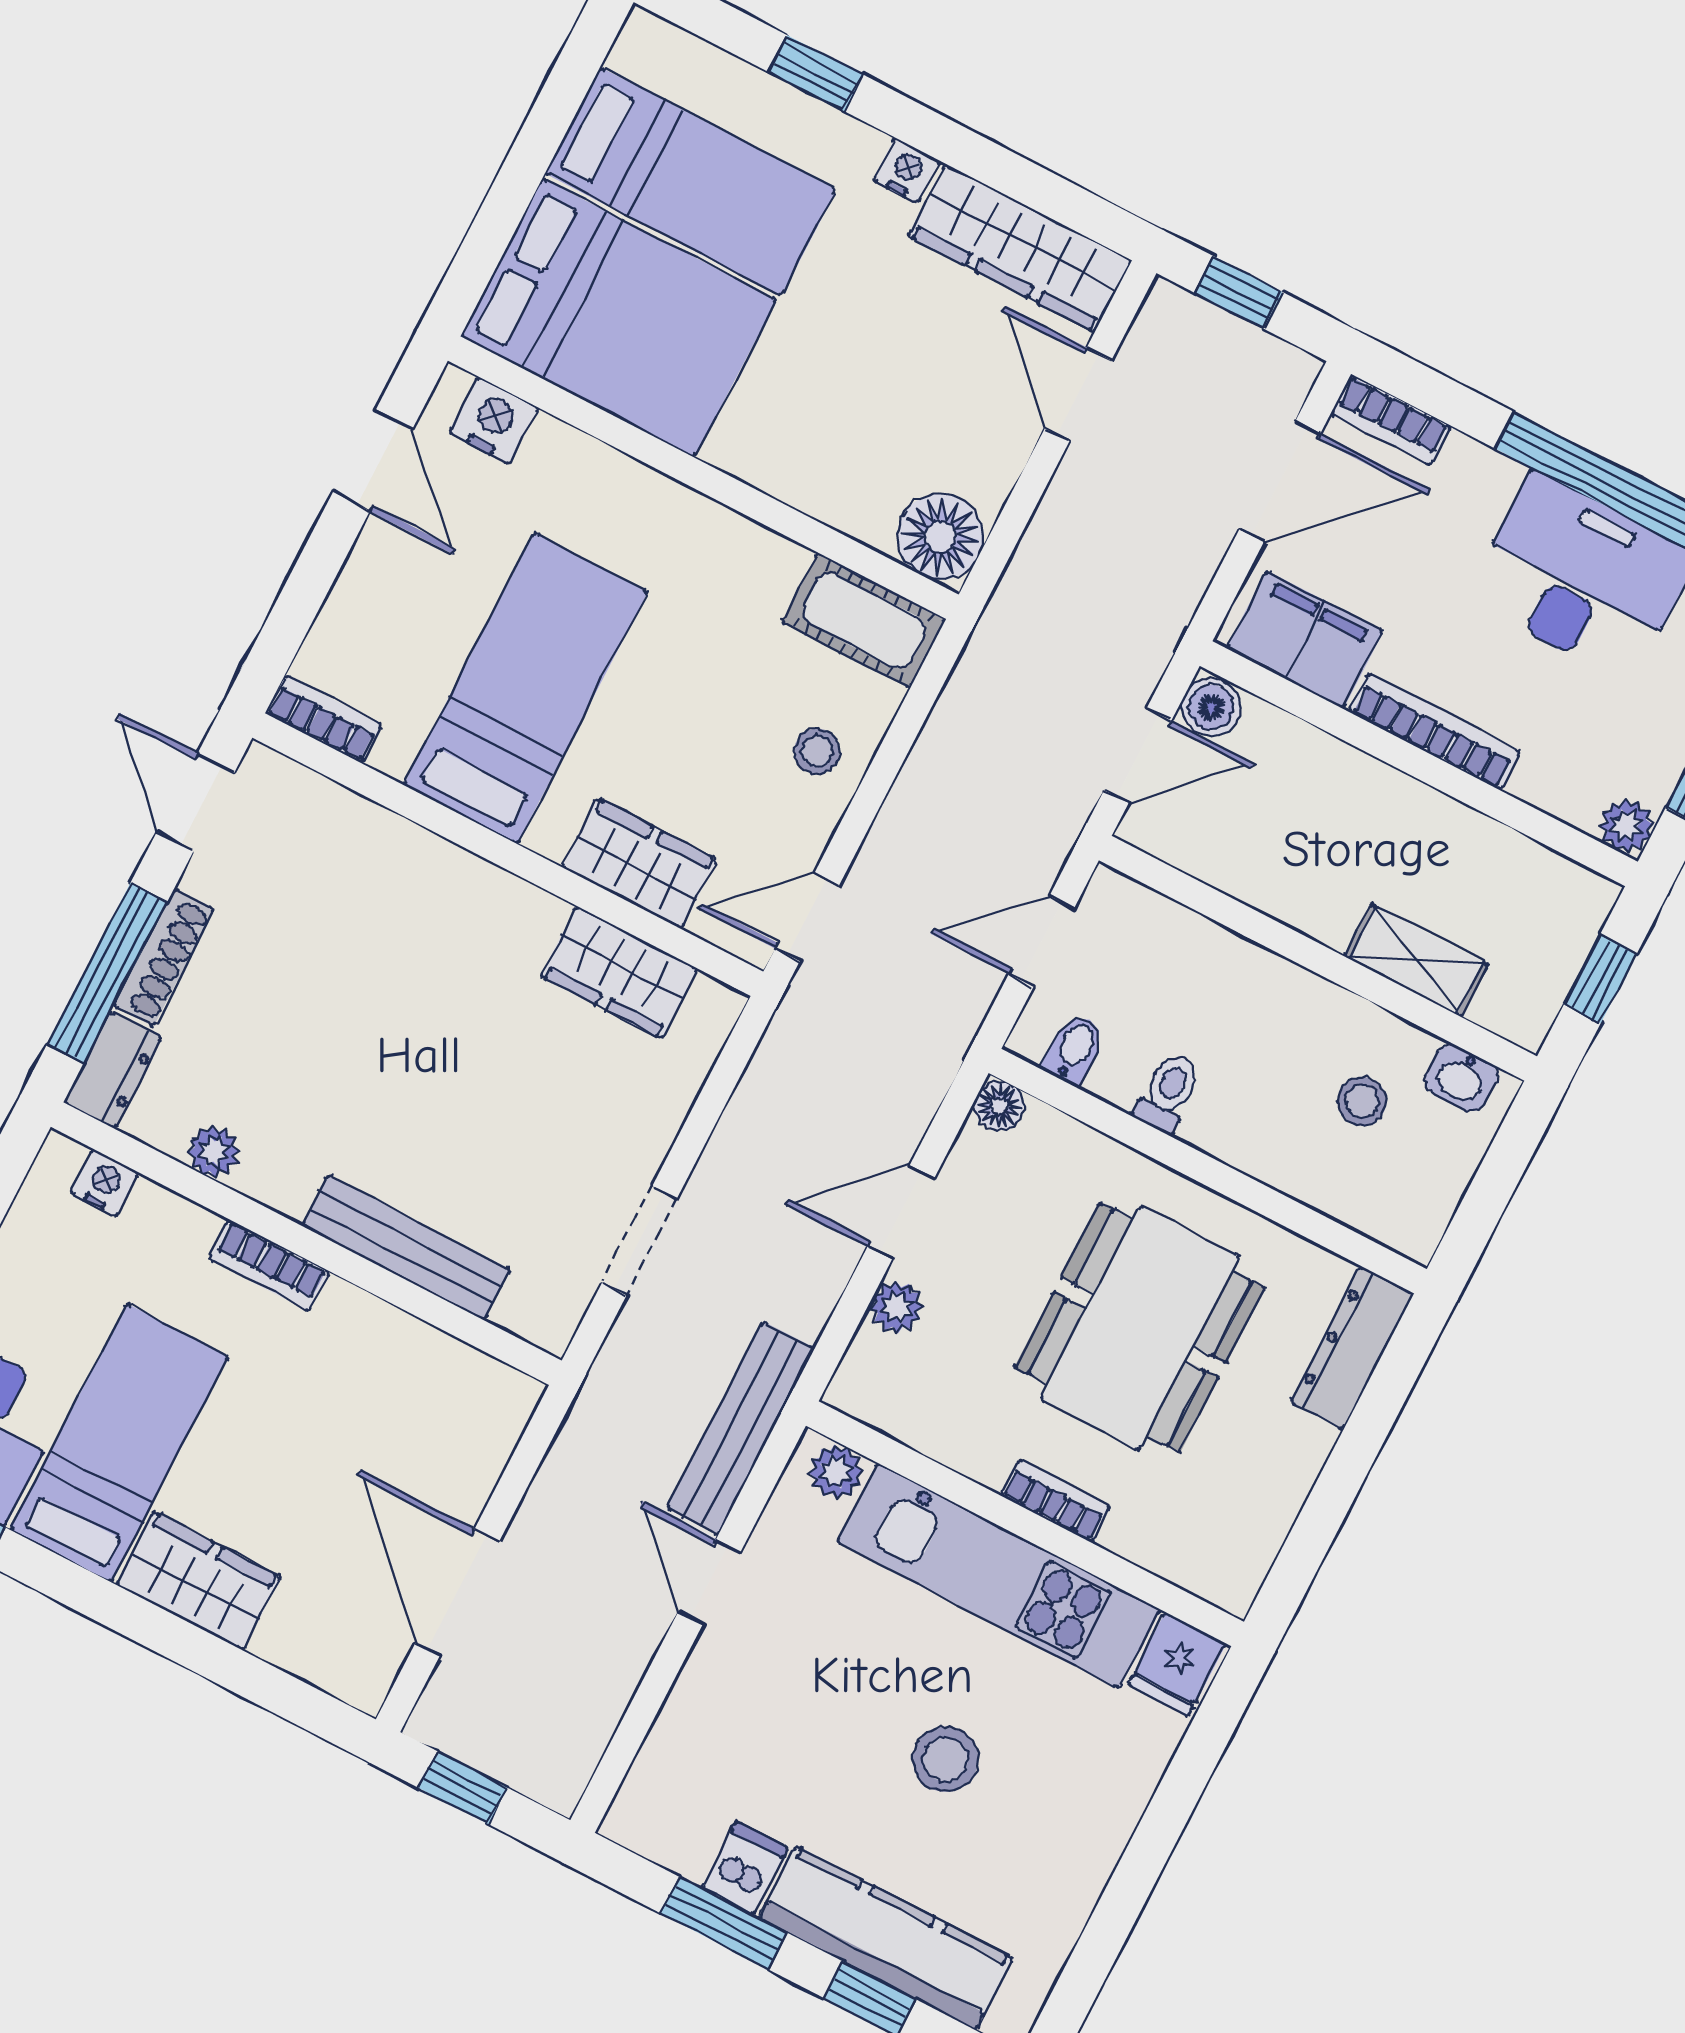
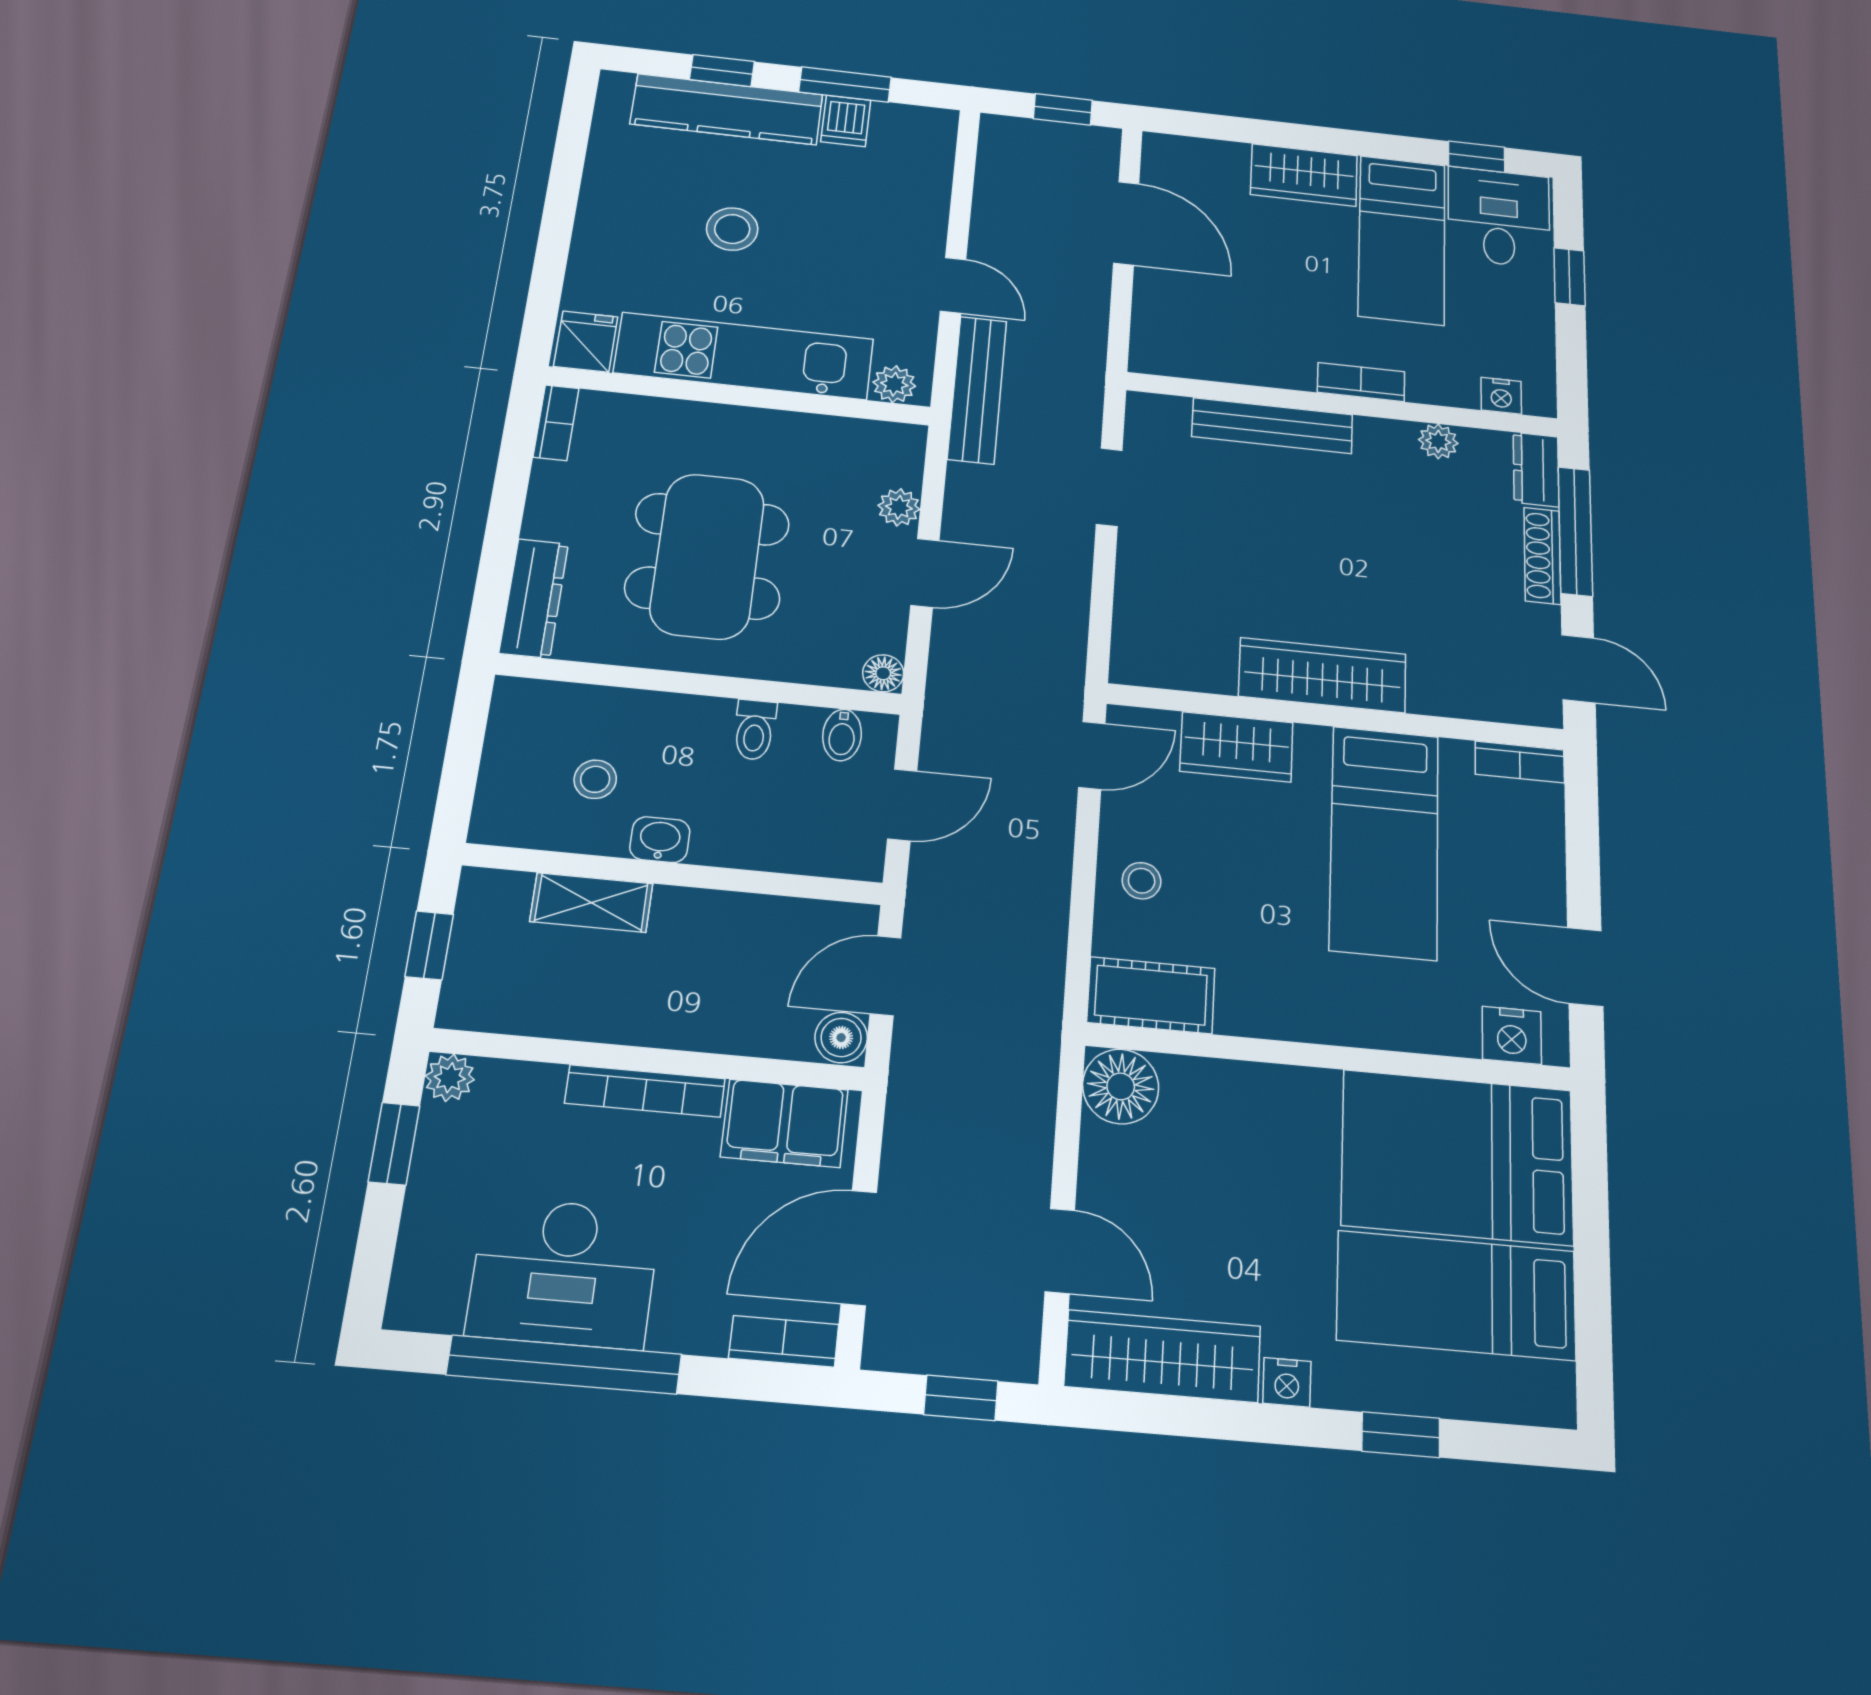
wardrobe: (619, 972) -> (1323, 675), moved, width x1.50
washbasin: (1461, 1078) -> (660, 840), moved
bookcase: (1055, 1501) -> (556, 423), moved, turned -90

